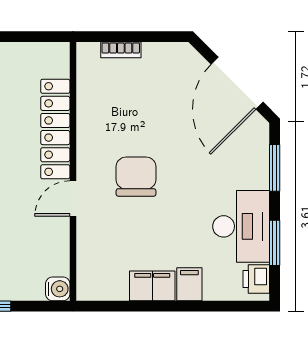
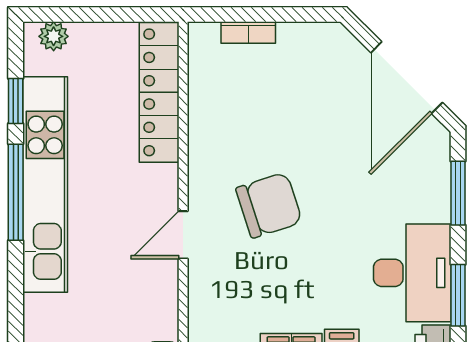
locker: (55, 129) -> (159, 92), moved
chair: (136, 177) -> (269, 205), turned 72

